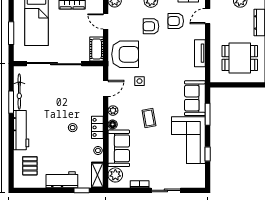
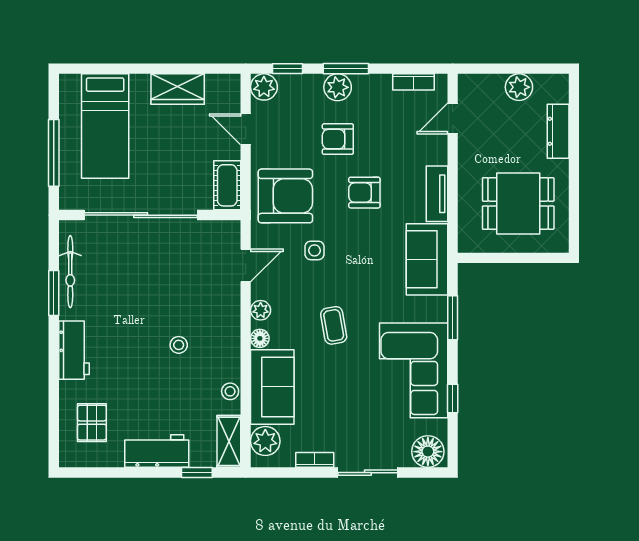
armchair: (176, 21) -> (364, 193), moved
window: (11, 33) -> (54, 153), width x1.44
sofa: (195, 98) -> (427, 259), moved
locker: (97, 127) -> (229, 345), removed
workbench: (21, 130) -> (74, 350), width x0.73
floor lamp: (195, 180) -> (428, 452), added

